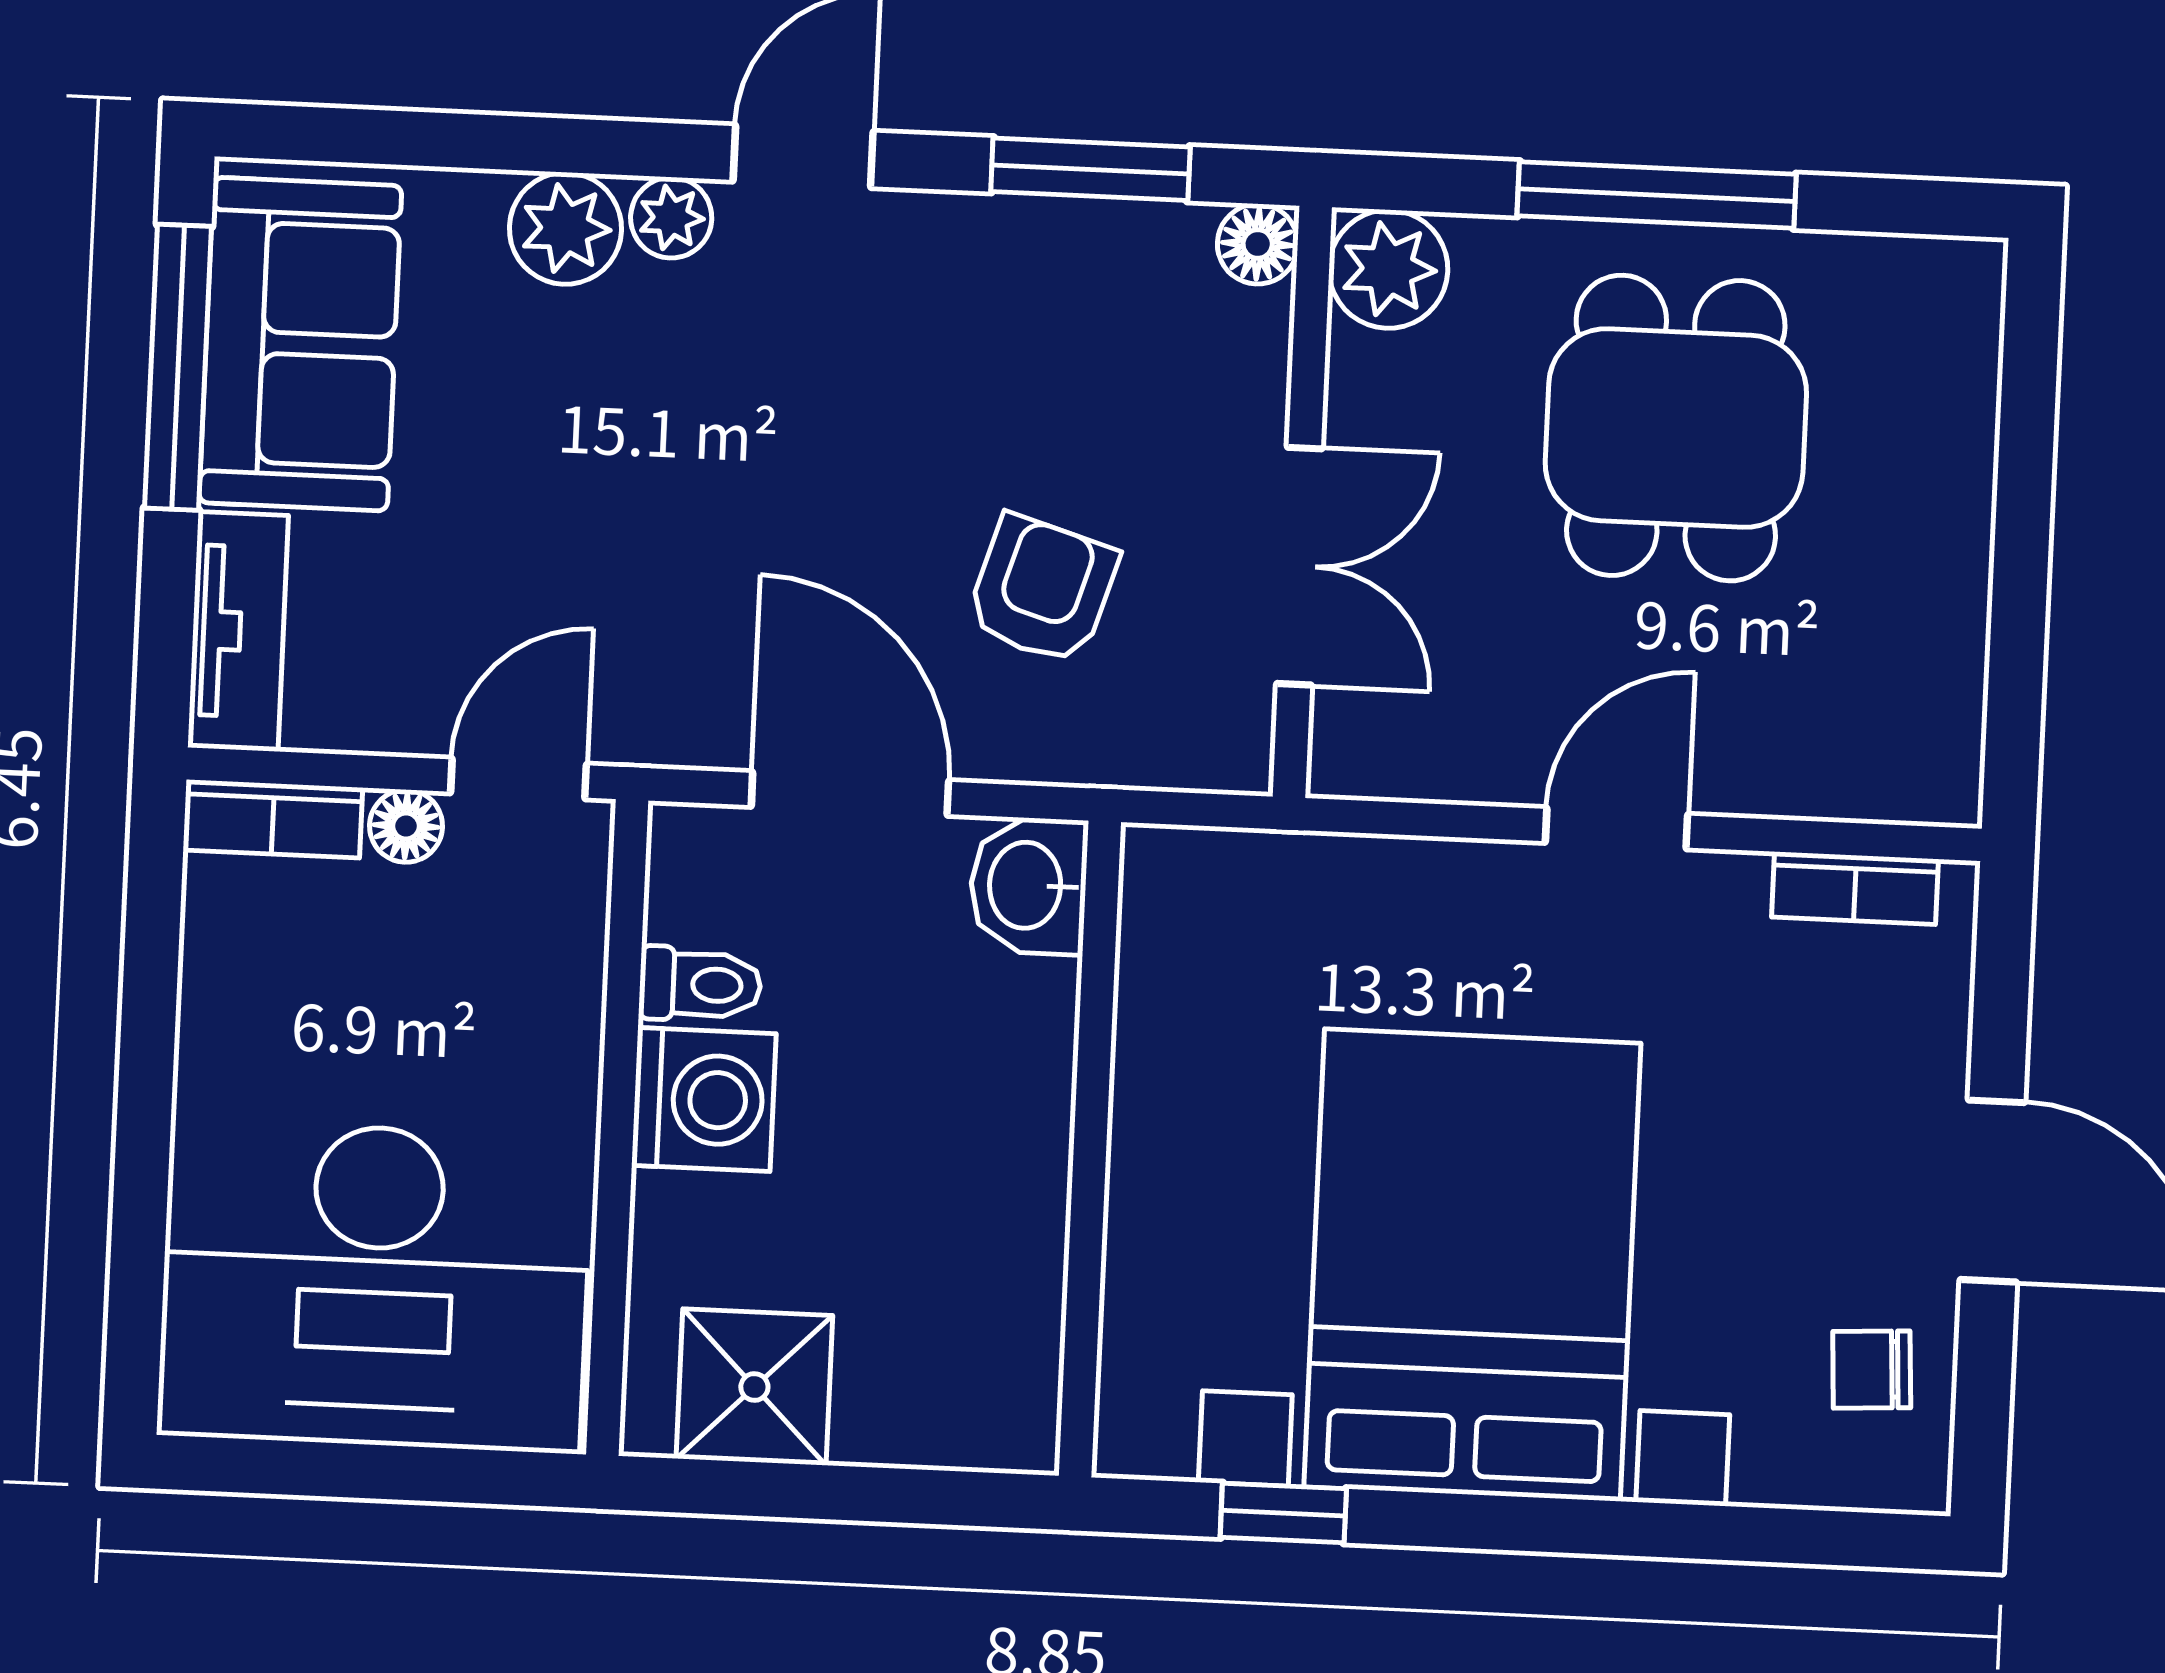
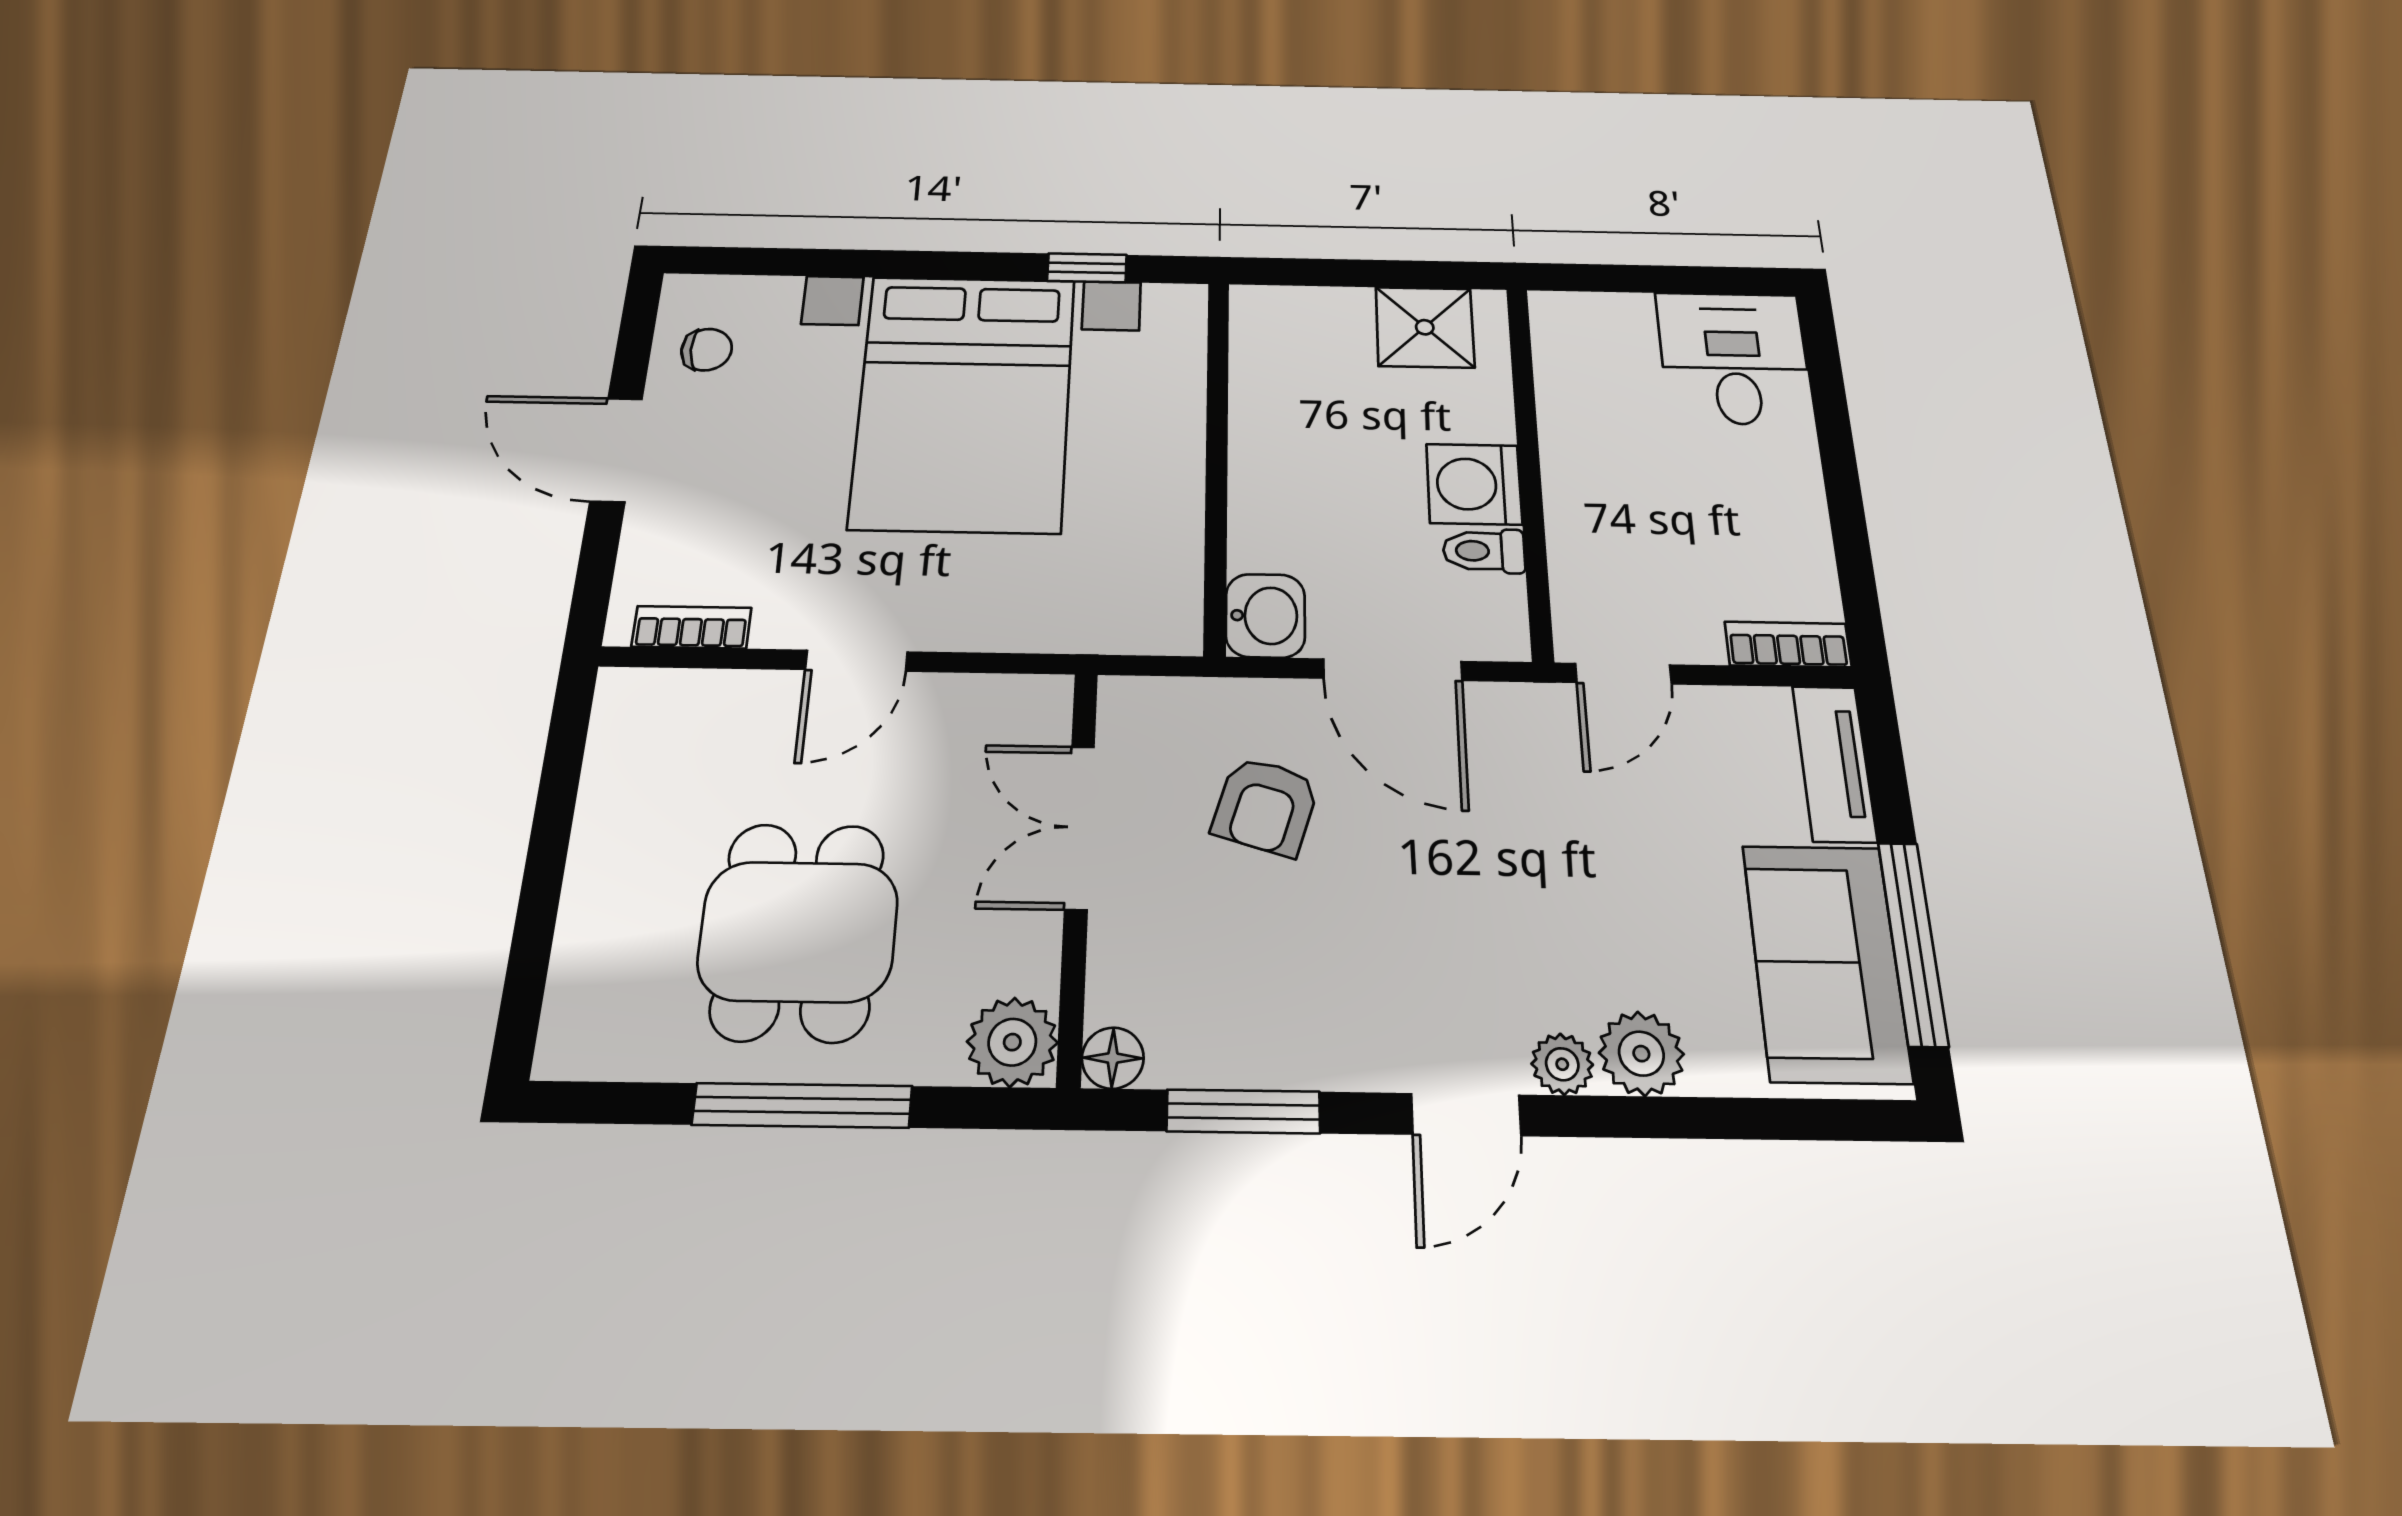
floor lamp: (406, 826) -> (1696, 642), removed
desk: (375, 1286) -> (1734, 358), width x0.53, depth x0.77

